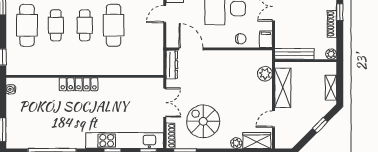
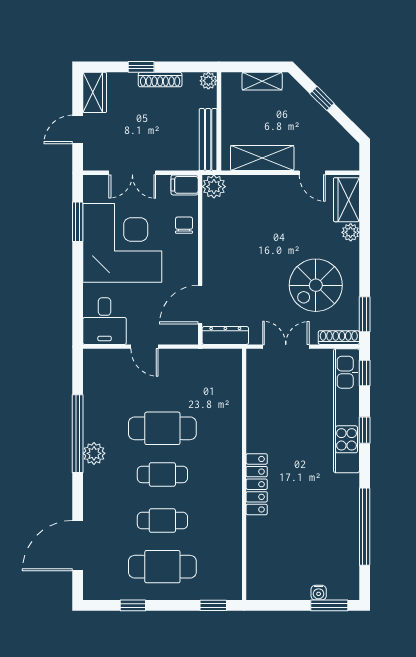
plant: (265, 74) -> (214, 187), moved
water cooler: (11, 89) -> (319, 593), moved

